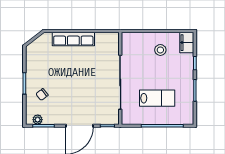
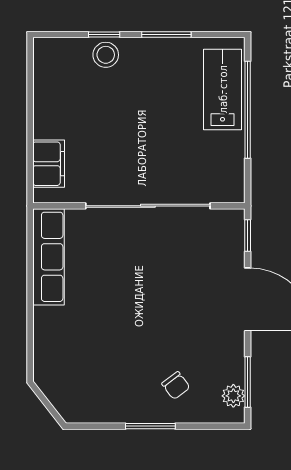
row of seats: (73, 39) -> (48, 257), moved
filing cabinet: (187, 43) -> (49, 164), moved, turned -90
stool: (160, 50) -> (106, 55), moved
lab bench: (157, 98) -> (223, 89), moved

